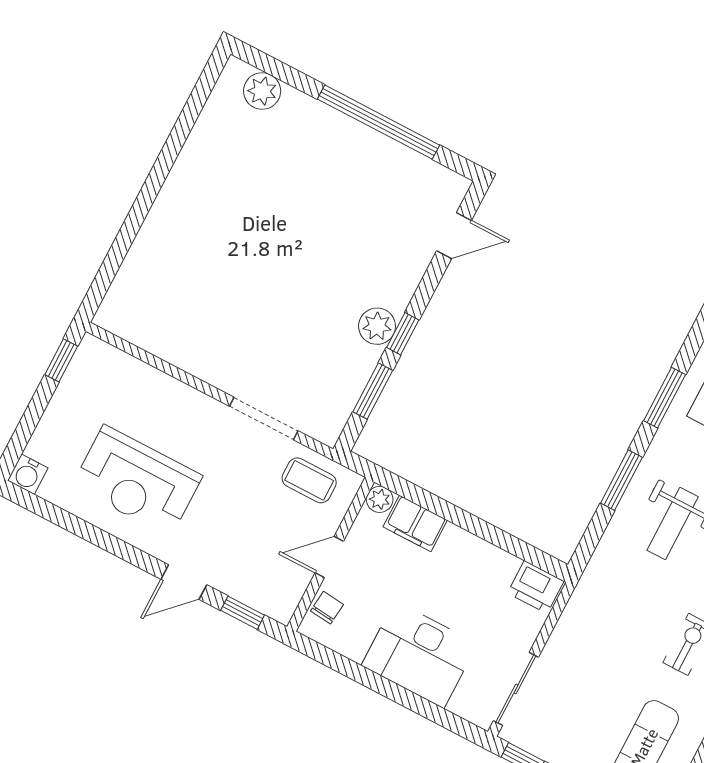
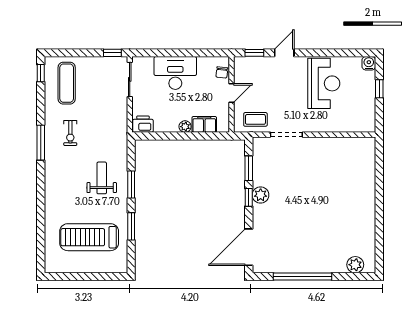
door: (454, 236) -> (249, 247), width x1.88
window: (61, 360) -> (379, 89), moved
reception desk: (137, 481) -> (324, 83), turned 90
plant: (380, 499) -> (185, 127), moved

